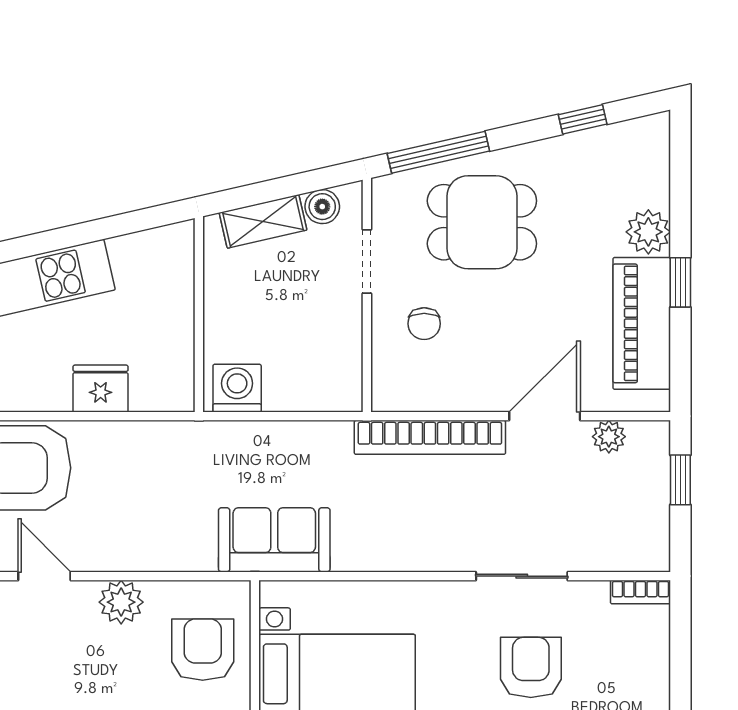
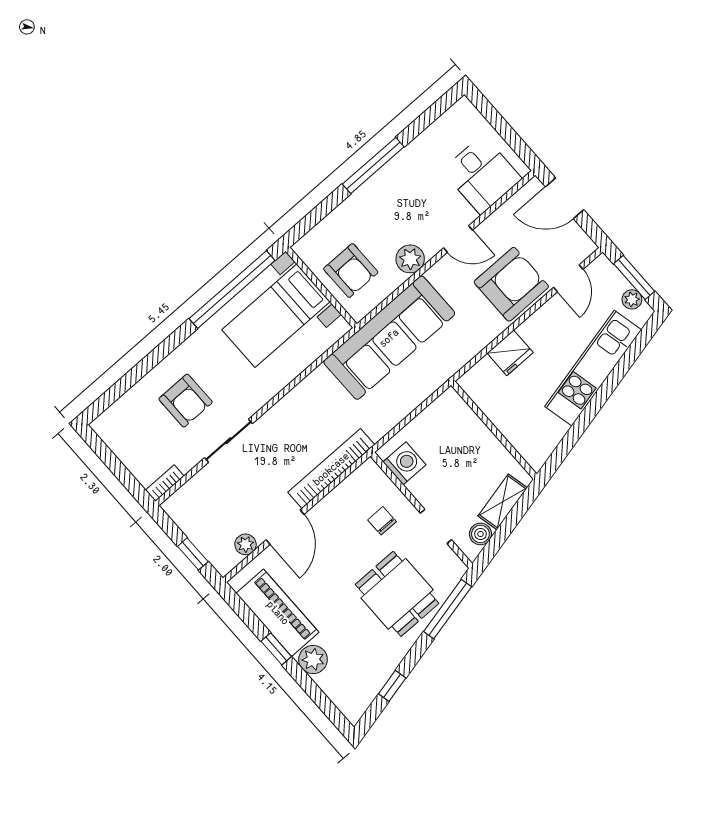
dining table: (482, 222) -> (397, 594), turned 90
washing machine: (237, 388) -> (404, 463), moved, turned -90
sofa: (274, 540) -> (389, 338), width x1.85, depth x1.27

